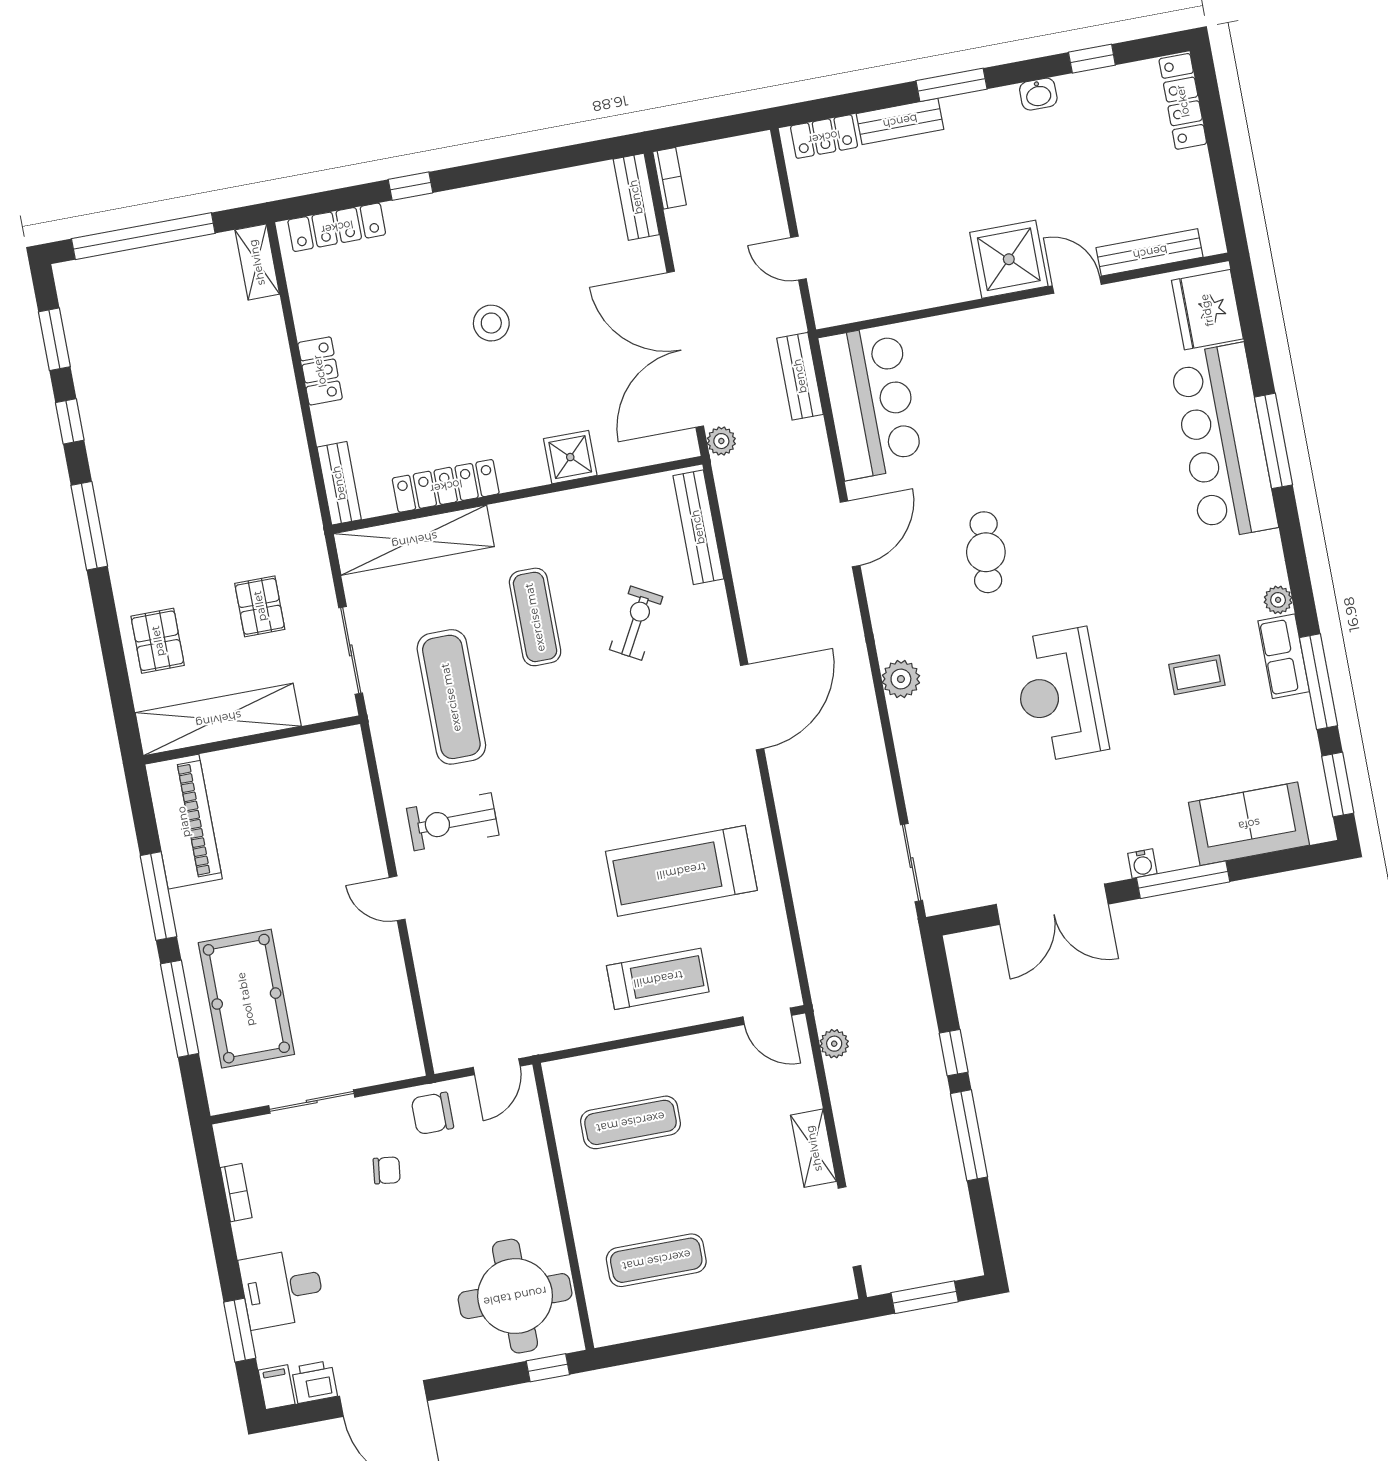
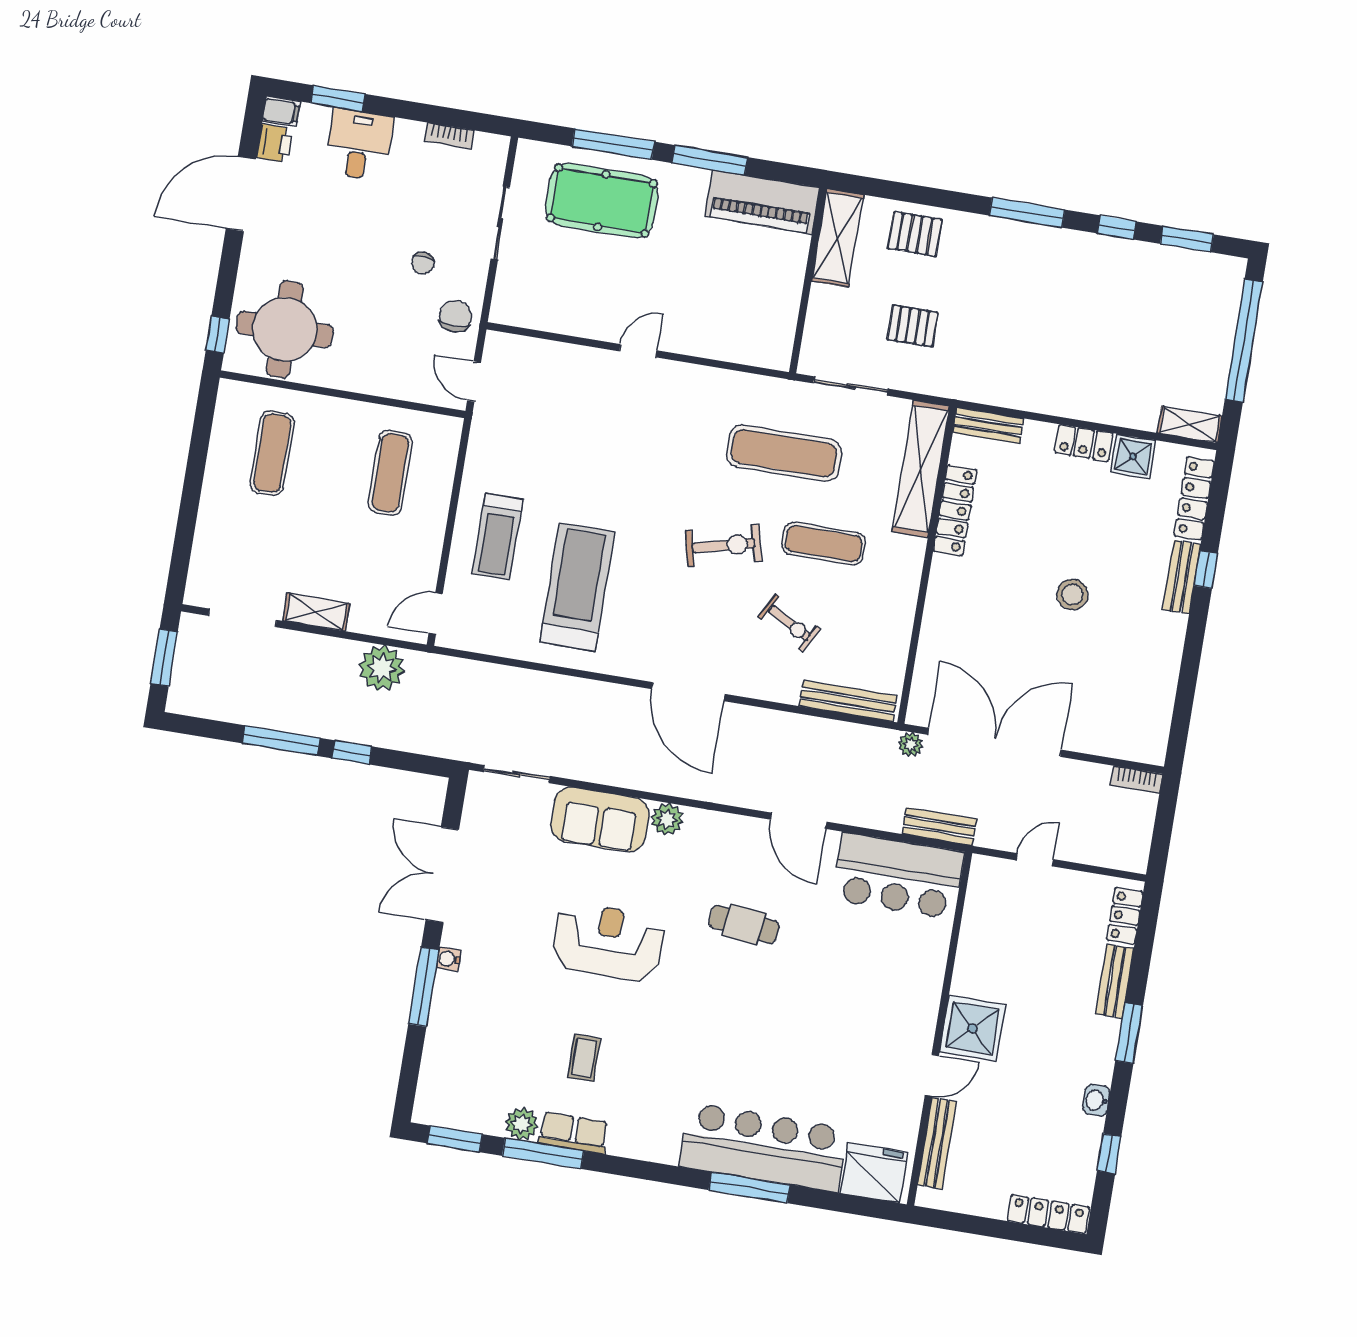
bench: (636, 197) -> (1182, 577), moved, turned 90
shower: (570, 457) -> (1133, 456), moved
plant: (1278, 600) -> (522, 1124), moved, width x1.38, depth x1.38
shelving: (218, 719) -> (838, 238), width x0.68
exercise bike: (453, 822) -> (723, 546), moved, turned 76
sofa: (1249, 824) -> (600, 819), moved, turned 90
plant: (834, 1044) -> (382, 668), width x1.88, depth x1.88

